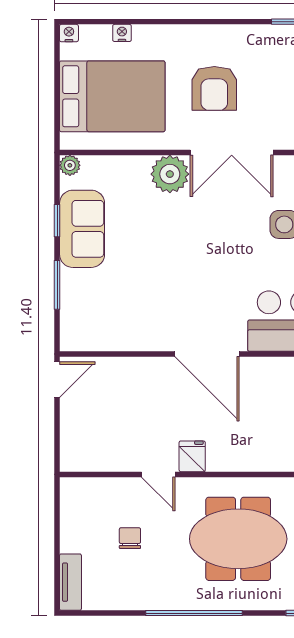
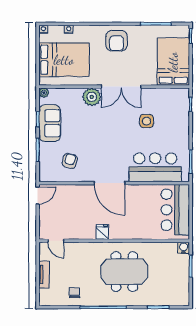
armchair: (214, 88) -> (116, 41), moved
armchair: (124, 308) -> (70, 161), added
door: (158, 474) -> (56, 241), moved
chair: (130, 538) -> (74, 293), moved
tv unit: (70, 582) -> (44, 274), moved

